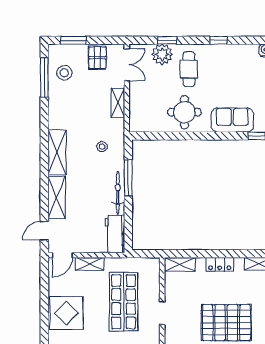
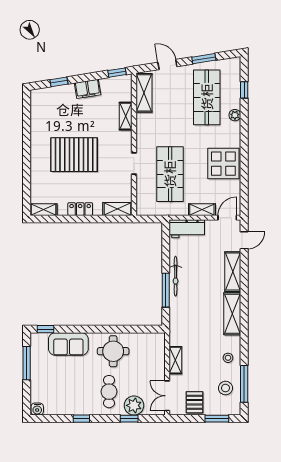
stool: (102, 147) -> (228, 358), moved
workbench: (115, 234) -> (187, 229), moved, turned 90

